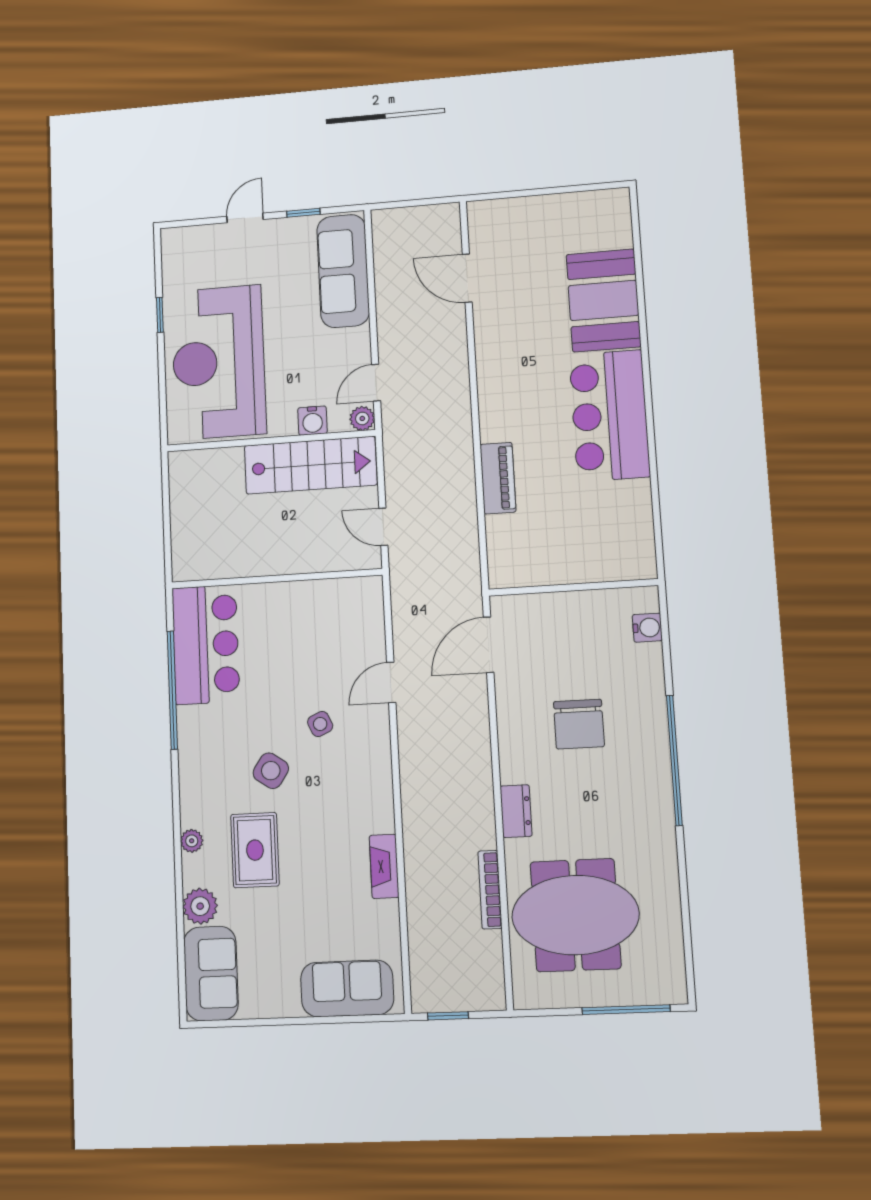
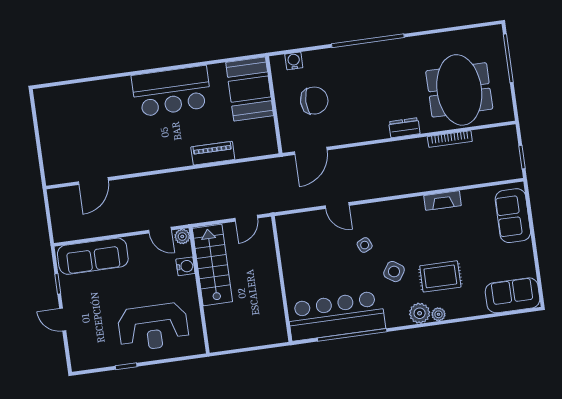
booth: (604, 300) -> (250, 89), moved, turned 90
reception desk: (219, 362) -> (153, 327), width x0.74, depth x0.77
bar counter: (206, 644) -> (336, 316), width x1.36
door: (489, 645) -> (311, 151), hinge flipped
chair: (579, 724) -> (314, 101), moved
plant: (200, 906) -> (420, 313), moved

